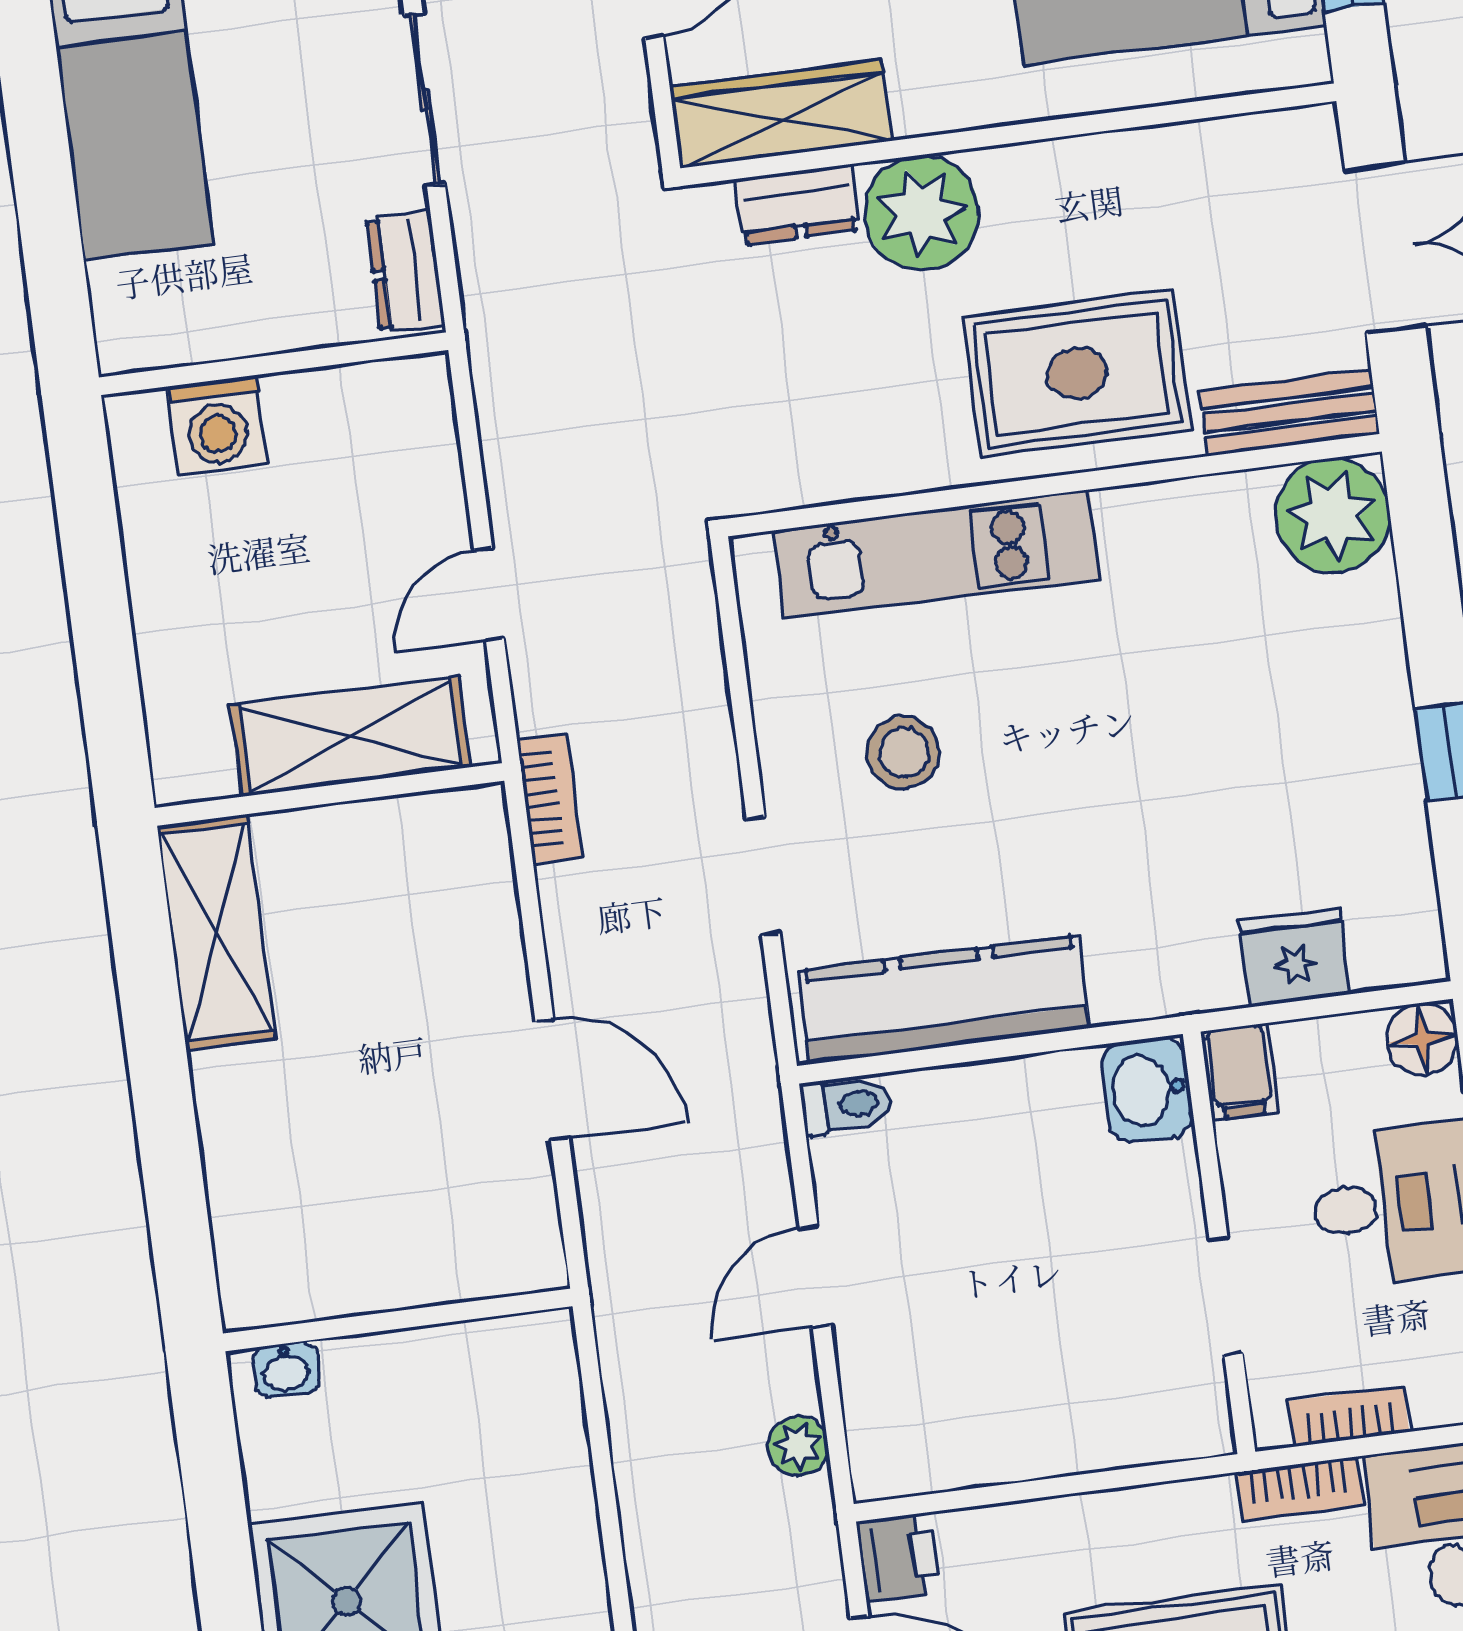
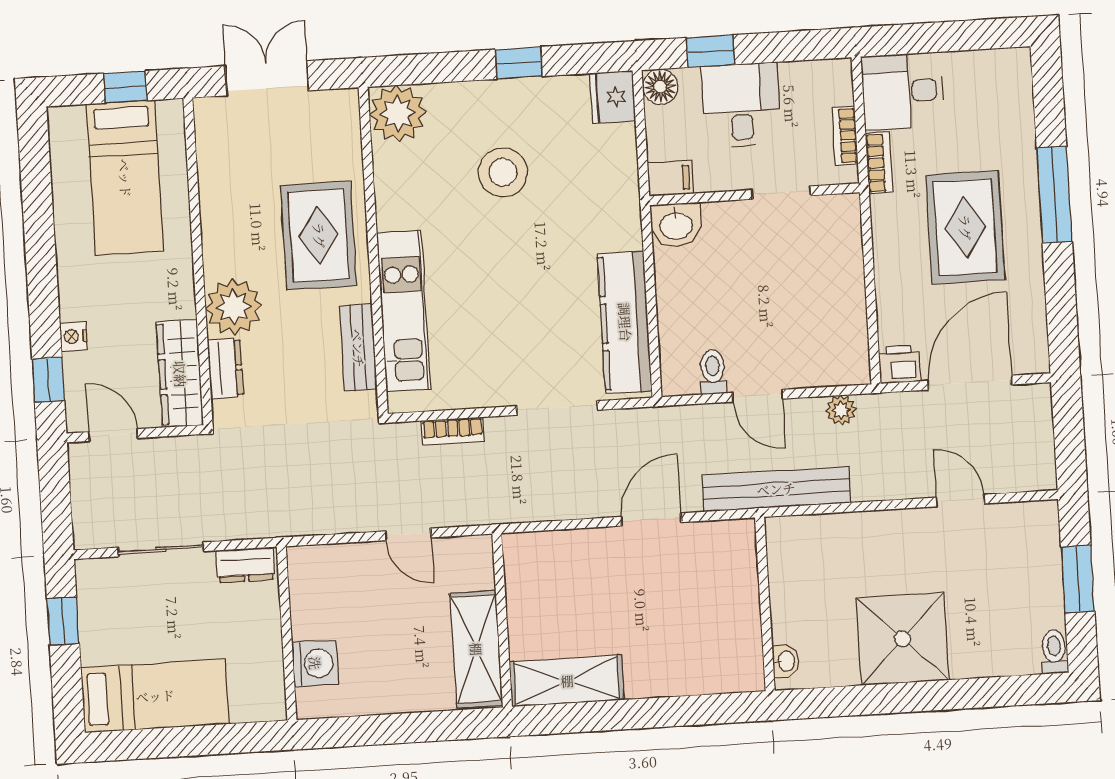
bench: (1290, 412) -> (358, 348), moved
shelving: (350, 736) -> (476, 649), moved
stool: (904, 752) -> (503, 172), moved, width x1.38, depth x1.38
bookcase: (550, 798) -> (453, 431), moved, turned 180
doorway: (763, 876) -> (557, 408), width x1.38
fridge: (1295, 957) -> (612, 97), moved
toilet: (846, 1105) -> (713, 372), moved
bench: (630, 1327) -> (776, 489), added

